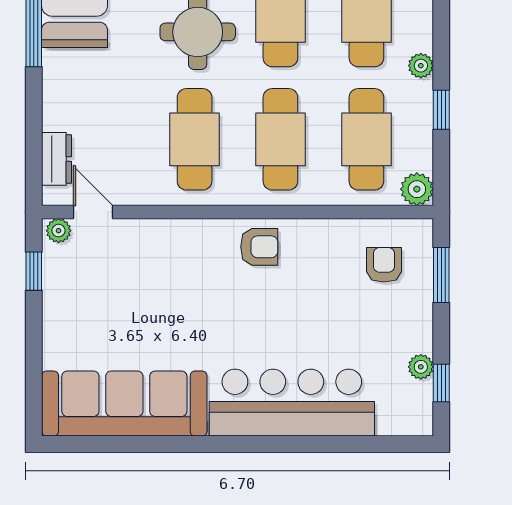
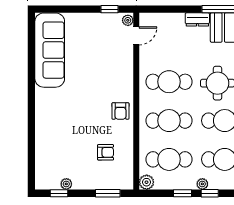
window: (441, 49) -> (210, 193), added
dresser: (57, 159) -> (197, 19), moved
armchair: (384, 265) -> (106, 152), moved
bar counter: (292, 403) -> (50, 126), removed

